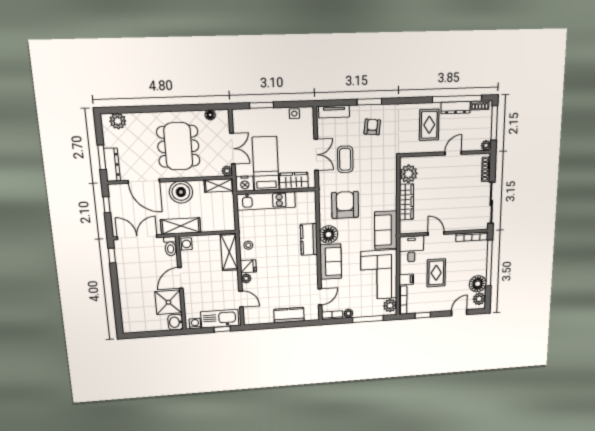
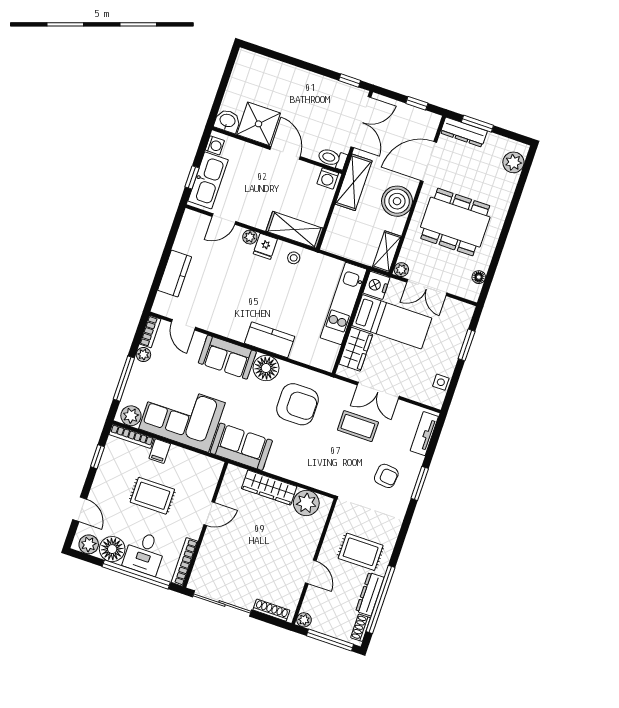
desk: (411, 249) -> (145, 553), moved, turned 90

